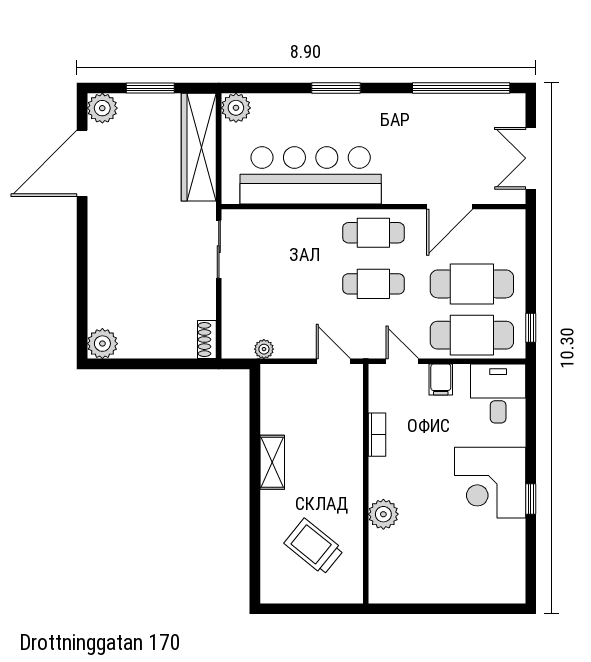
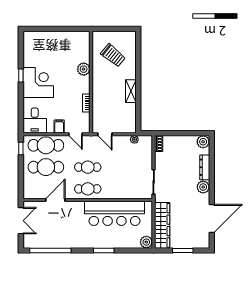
plant: (102, 108) -> (203, 187), moved
dresser: (99, 284) -> (205, 167), added

